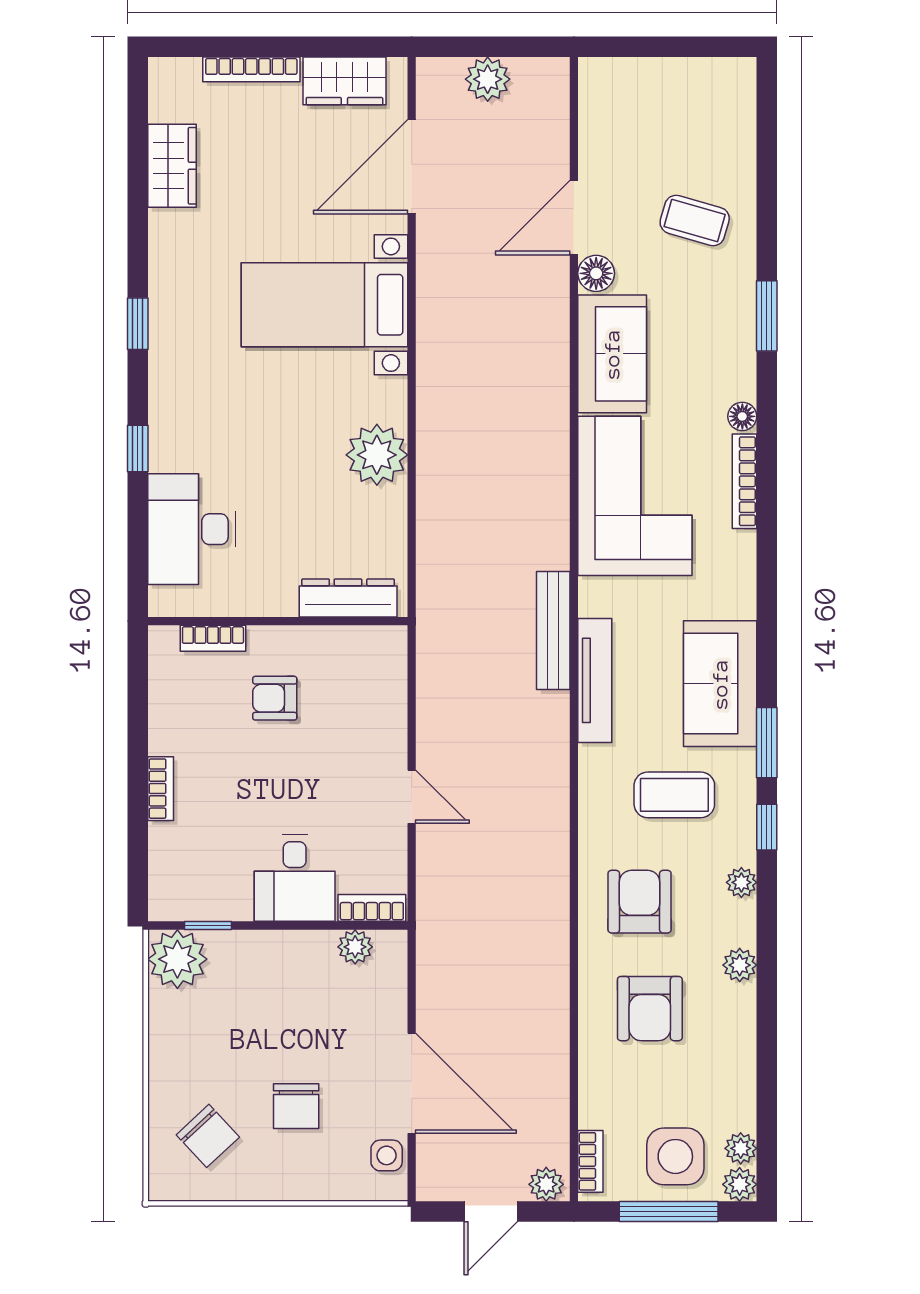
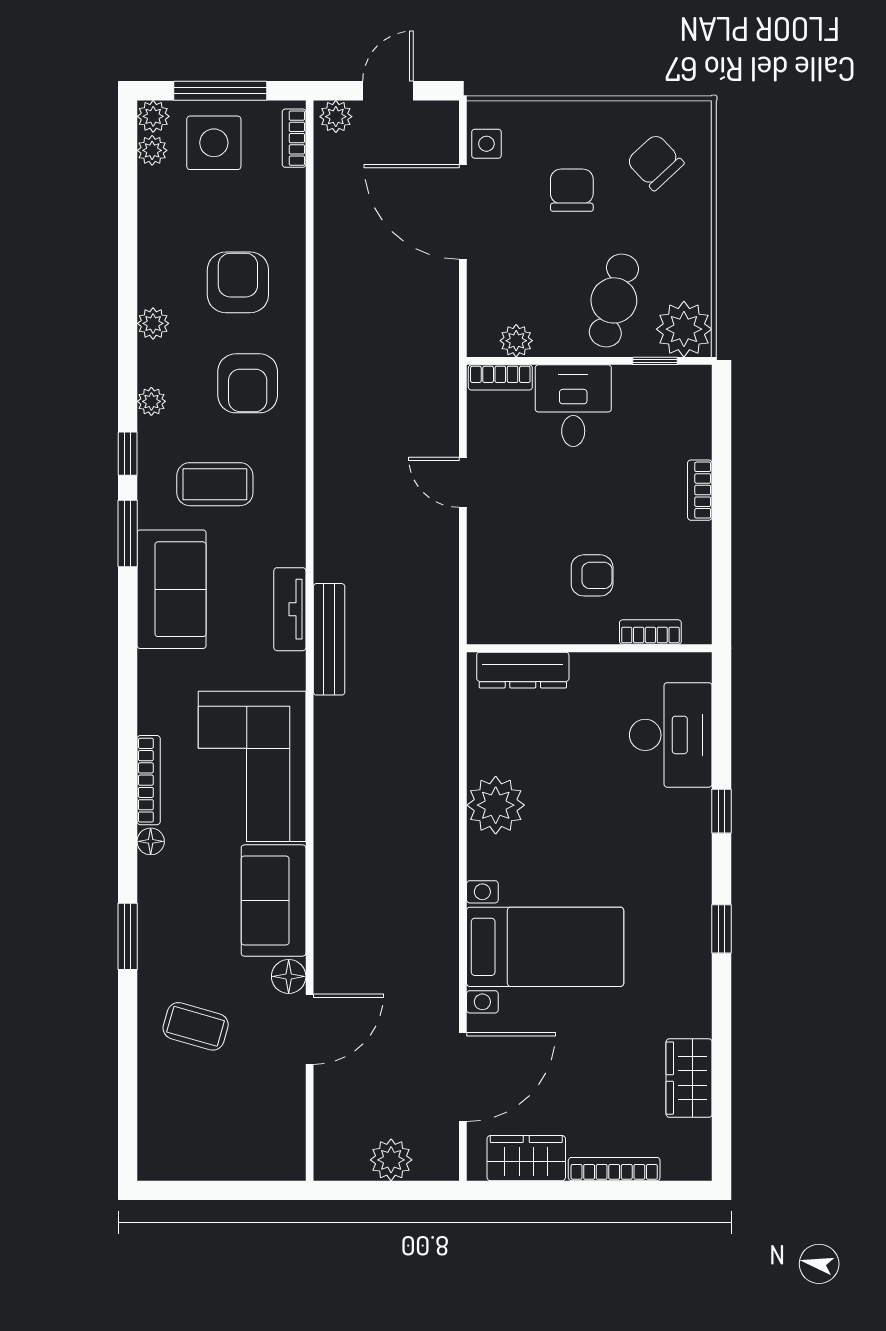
tv unit: (595, 680) -> (290, 609), width x0.71
cafe table: (252, 989) -> (614, 300), added

